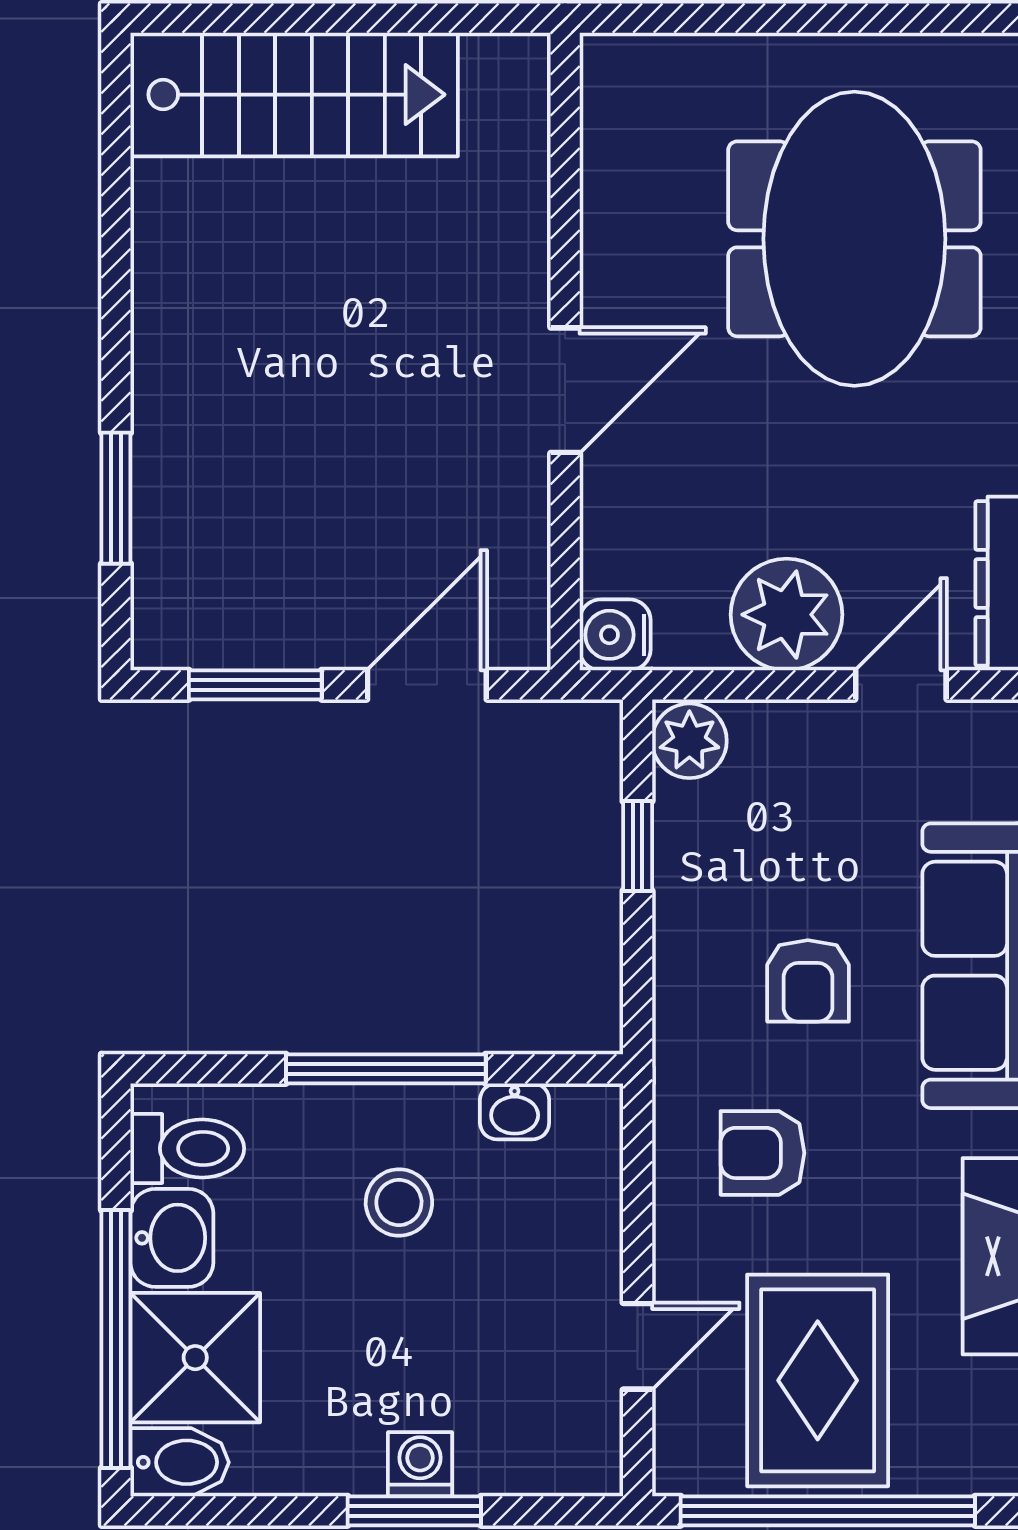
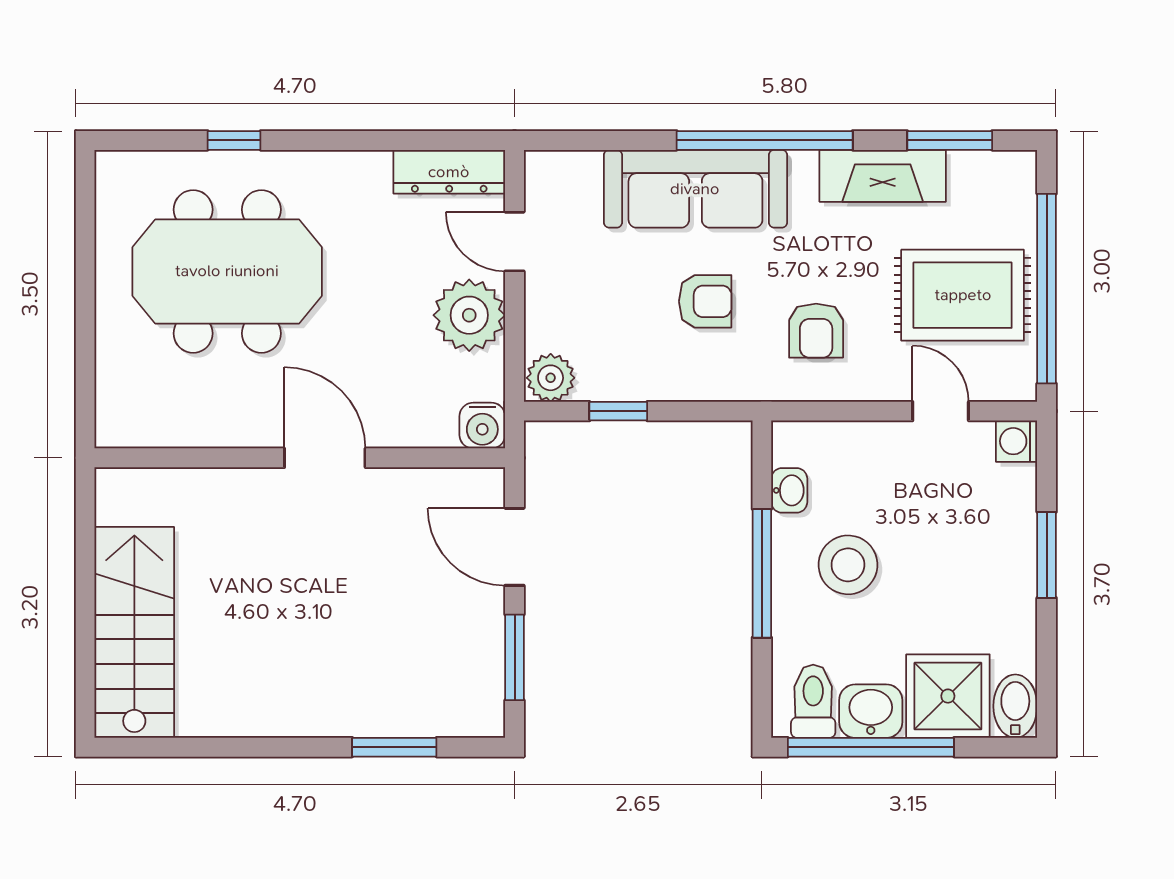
stool: (399, 1203) -> (848, 565), width x1.38, depth x1.38
window: (116, 1339) -> (871, 747), moved
washing machine: (420, 1464) -> (1017, 441), moved

